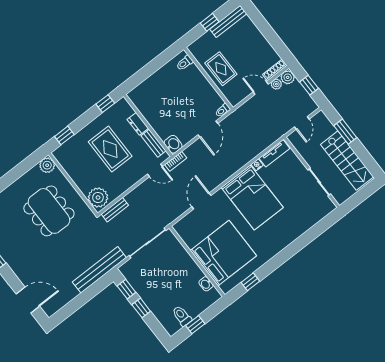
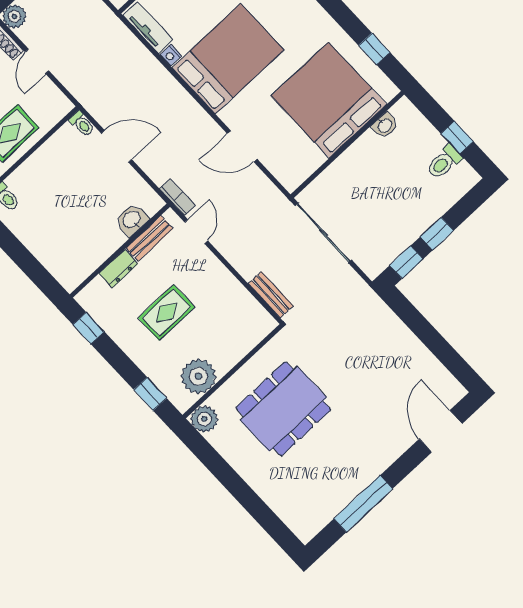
plant: (276, 84) -> (28, 35), removed
washbasin: (173, 144) -> (132, 220), moved
rug: (110, 149) -> (166, 312), width x0.73, depth x0.70
plant: (98, 198) -> (199, 376), moved
bench: (99, 270) -> (377, 312), removed

